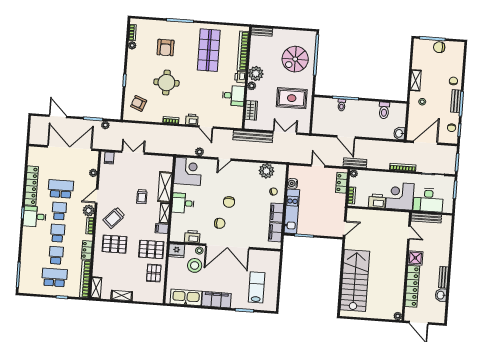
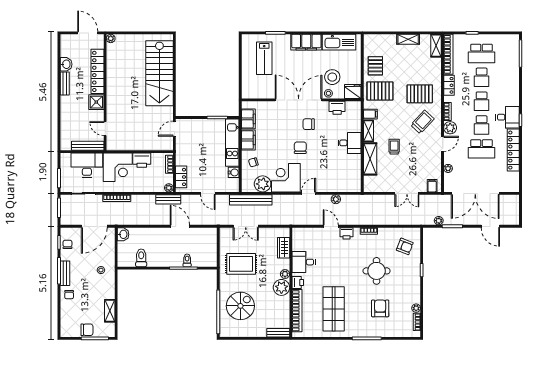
shelving: (416, 80) -> (110, 311), moved
bench: (253, 136) -> (251, 200), moved
corner desk: (188, 171) -> (286, 178), moved, turned 90

